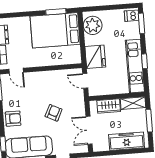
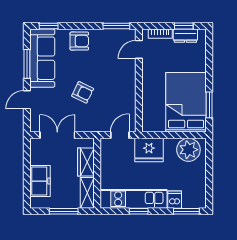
dishwasher: (132, 16) -> (175, 200), moved
armchair: (13, 119) -> (79, 41), turned -90
freezer: (127, 141) -> (40, 181), width x0.71

